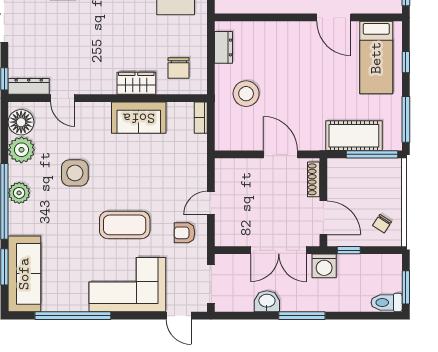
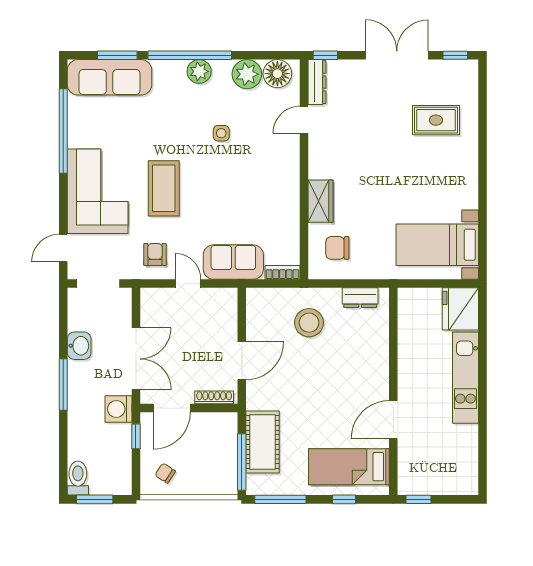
sofa: (139, 118) -> (233, 262), moved, turned 90
side table: (75, 173) -> (221, 133), width x0.54, depth x0.54
double door: (279, 250) -> (136, 359), swing flipped

